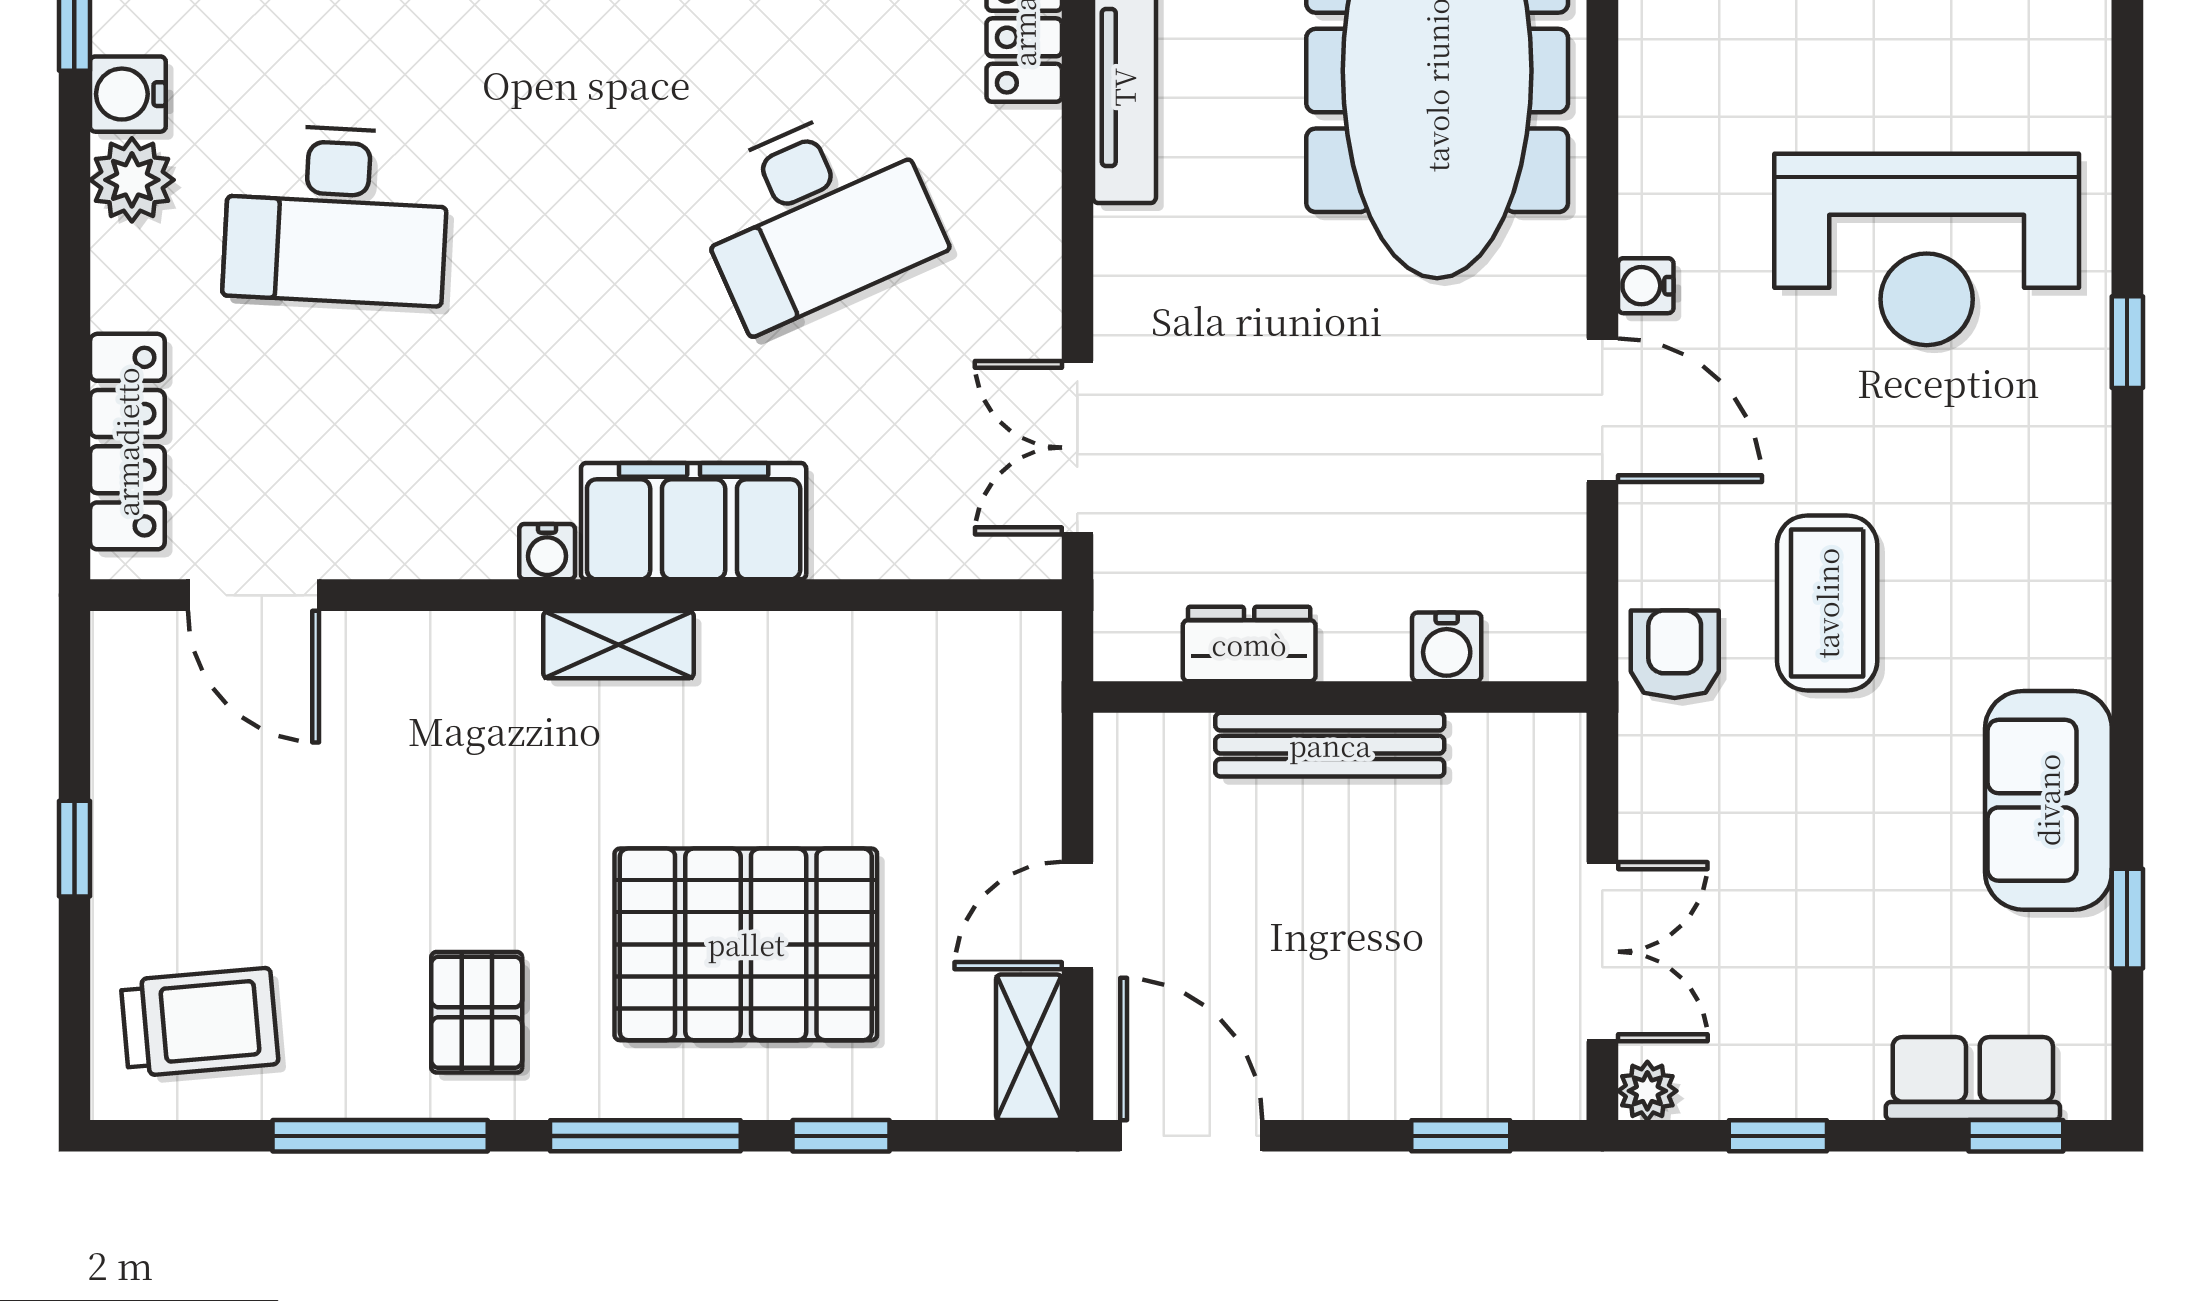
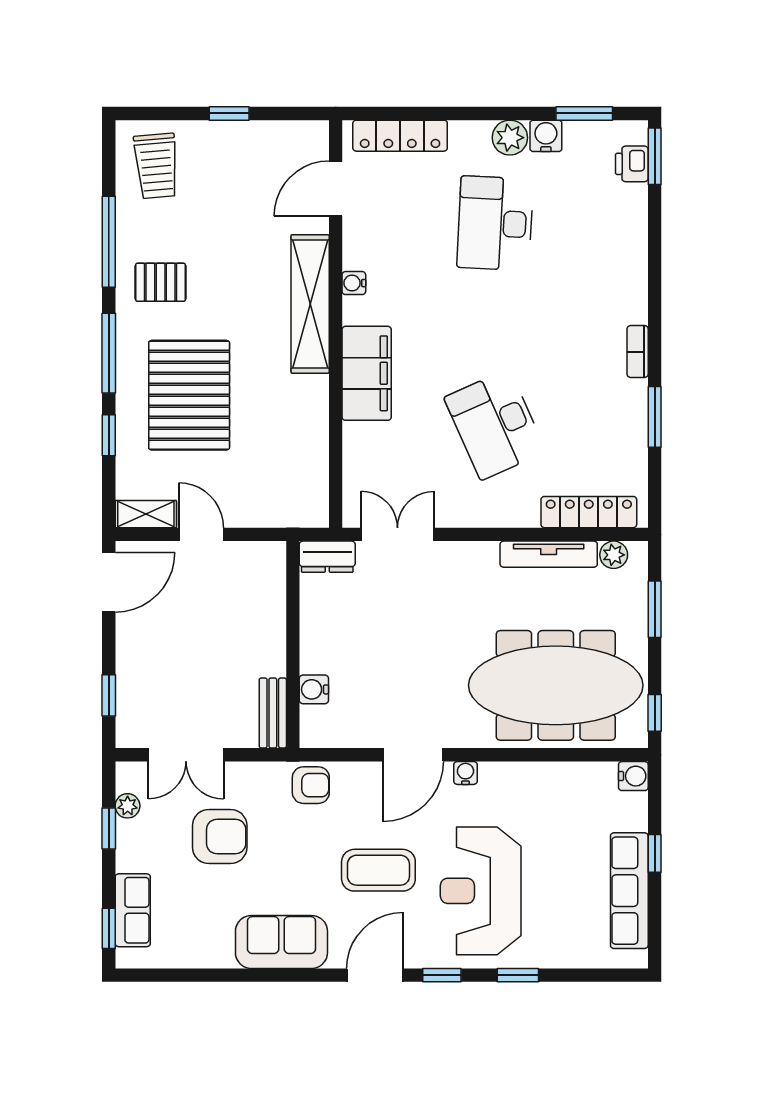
door: (2127, 502) -> (375, 975), added
water cooler: (547, 552) -> (354, 283), moved
coffee table: (1827, 603) -> (378, 870), moved
dresser: (1249, 644) -> (327, 557), moved, turned 90
shelving: (619, 645) -> (310, 304), width x2.20, depth x1.33
bench: (1330, 745) -> (273, 713), moved, width x0.73
sofa: (2048, 800) -> (281, 942), moved
armchair: (1797, 871) -> (220, 837), added
window: (2127, 919) -> (518, 975), moved
plant: (1647, 1091) -> (128, 806), moved

